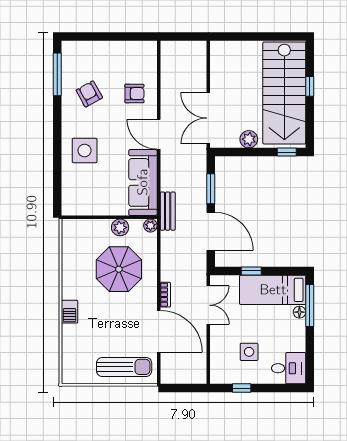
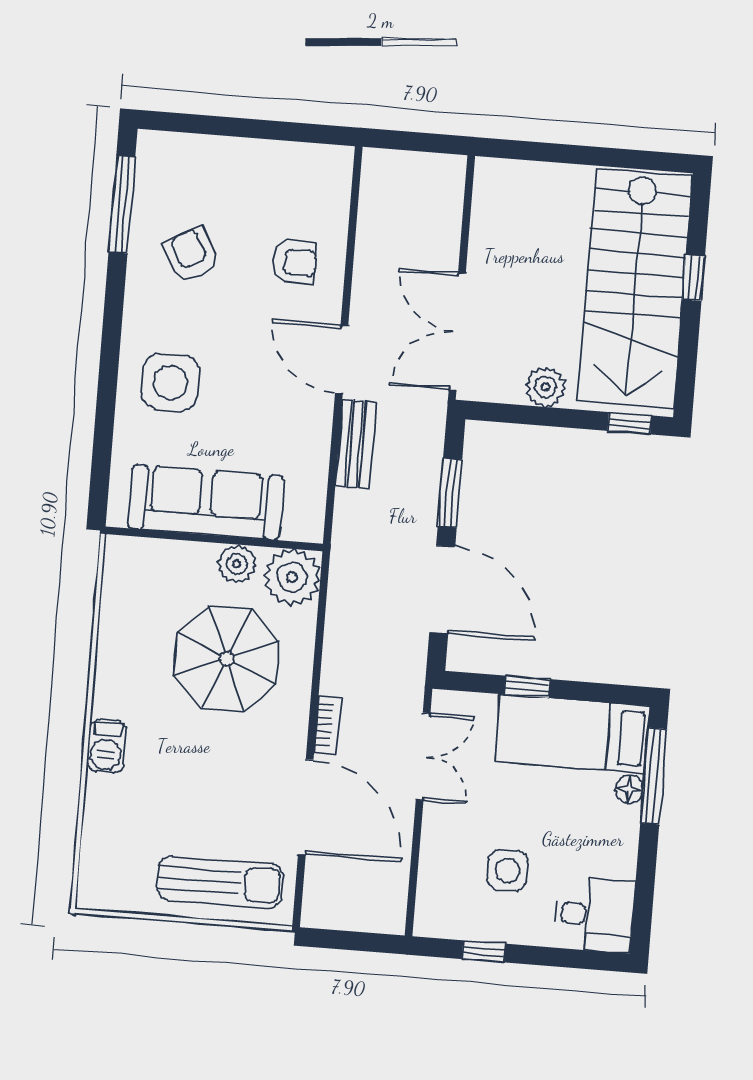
sofa: (143, 182) -> (206, 502), moved, turned 90
bench: (168, 211) -> (355, 444), moved
plant: (150, 226) -> (292, 577), width x1.88, depth x1.88

